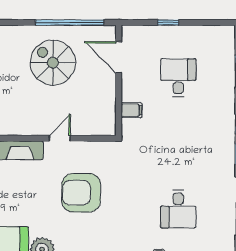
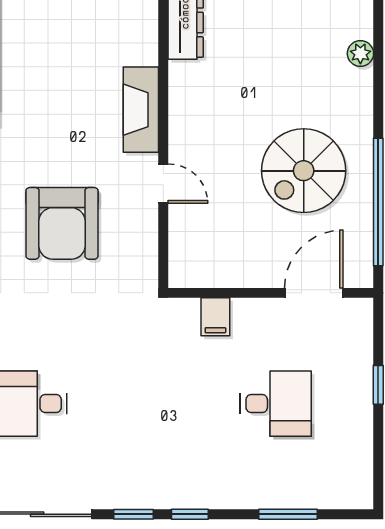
spiral stairs: (53, 63) -> (304, 171), turned 180
armchair: (81, 193) -> (62, 223), turned 180

